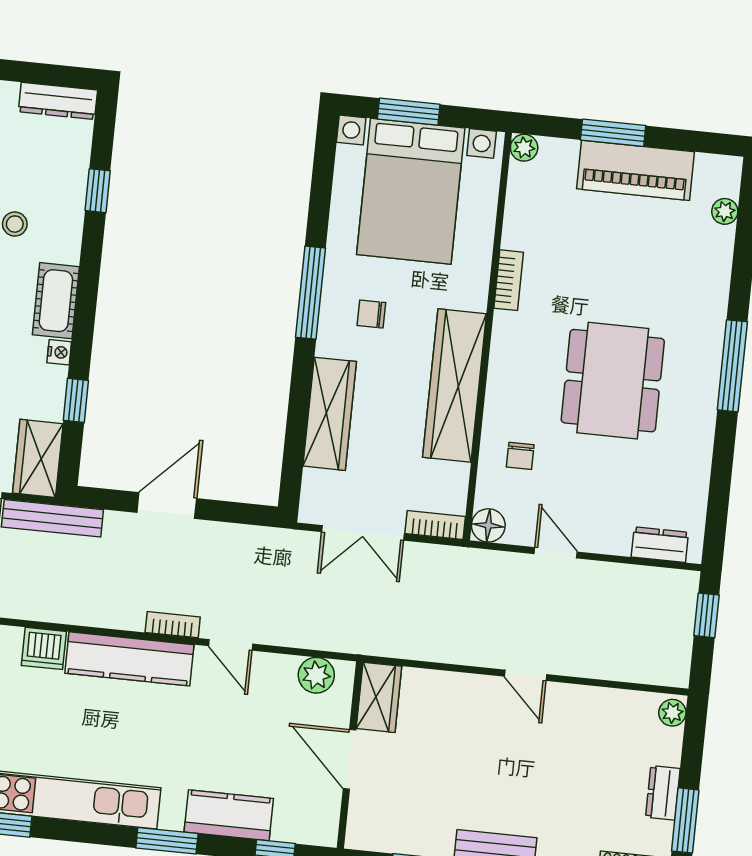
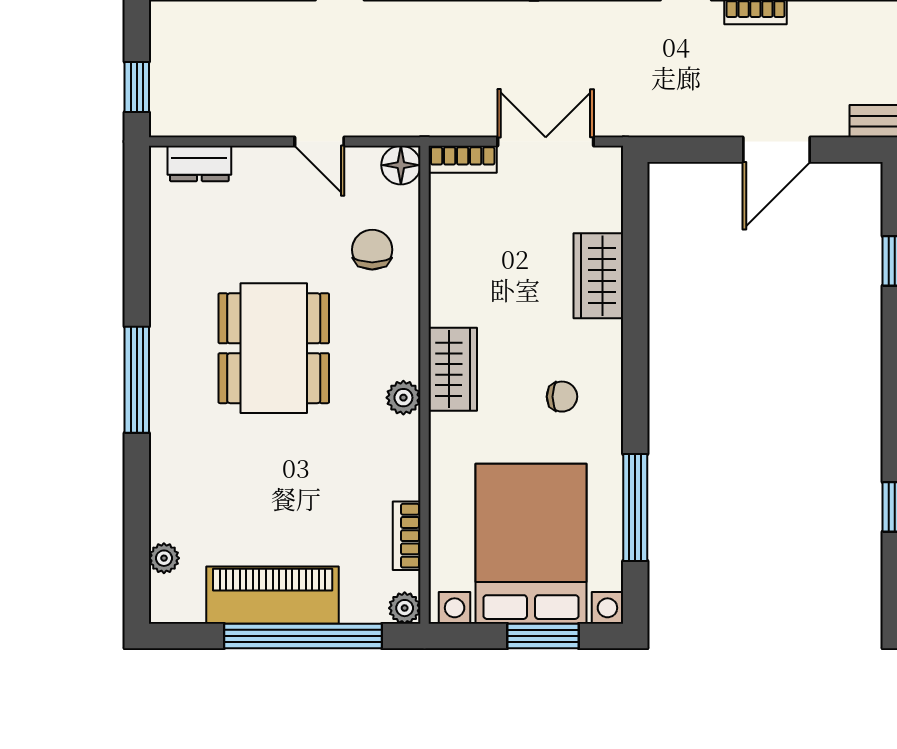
window: (613, 133) -> (303, 636), width x2.11
bookcase: (509, 280) -> (407, 536), moved
window: (310, 293) -> (635, 507), moved
plant: (507, 327) -> (403, 398), added
wardrobe: (455, 386) -> (453, 369), width x0.48, depth x0.85
wardrobe: (330, 414) -> (598, 276), width x0.67
chair: (520, 456) -> (372, 250), width x1.37, depth x1.37

